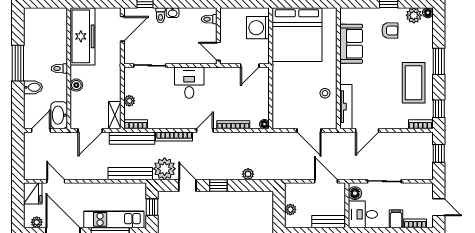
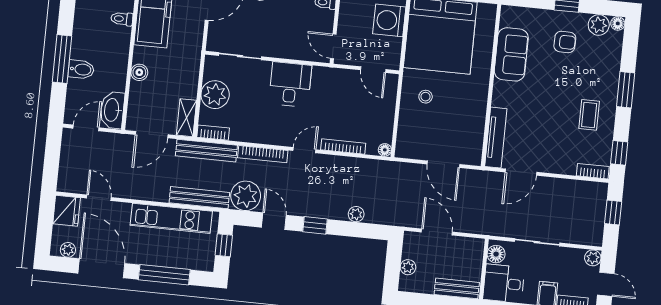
window: (18, 63) -> (62, 59), moved
door: (250, 65) -> (373, 70), hinge flipped
toilet: (59, 69) -> (122, 19), moved
coffee table: (414, 83) -> (589, 115), width x0.54, depth x0.58
stool: (325, 93) -> (426, 97), moved
plant: (129, 101) -> (215, 95), width x1.88, depth x1.88
door: (326, 181) -> (437, 232), moved
plant: (427, 189) -> (593, 258), added
kitchen unit: (114, 219) -> (171, 218), moved, turned 180

